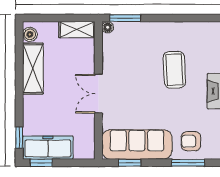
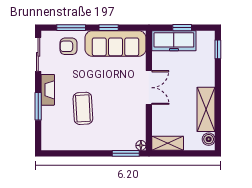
armchair: (191, 141) -> (68, 46), turned 180
freezer: (48, 148) -> (174, 41), moved
window: (41, 163) -> (182, 28), moved
window: (130, 163) -> (109, 28), moved

